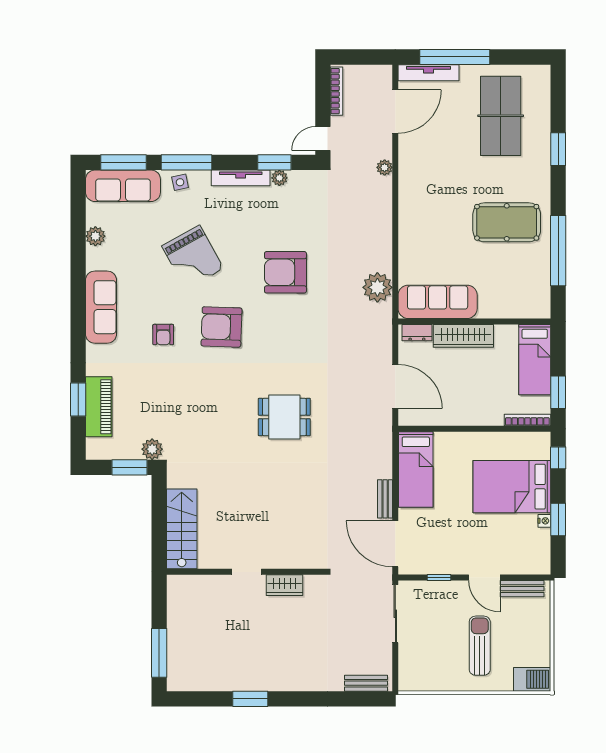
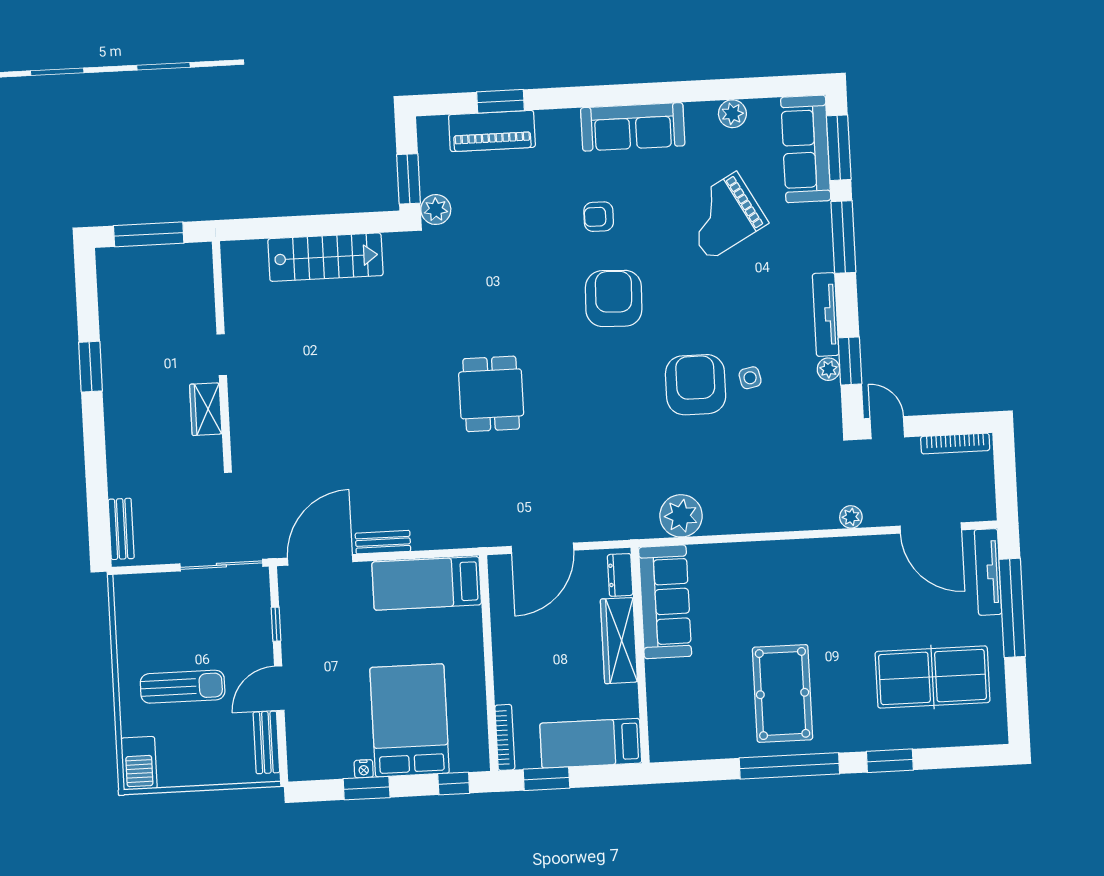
side table: (180, 182) -> (750, 378), moved
window: (558, 251) -> (789, 766), moved
grand piano: (193, 257) -> (723, 216), moved
wall: (246, 572) -> (222, 353), moved
doorway: (247, 572) -> (222, 355), moved
wardrobe: (285, 585) -> (206, 409), moved

